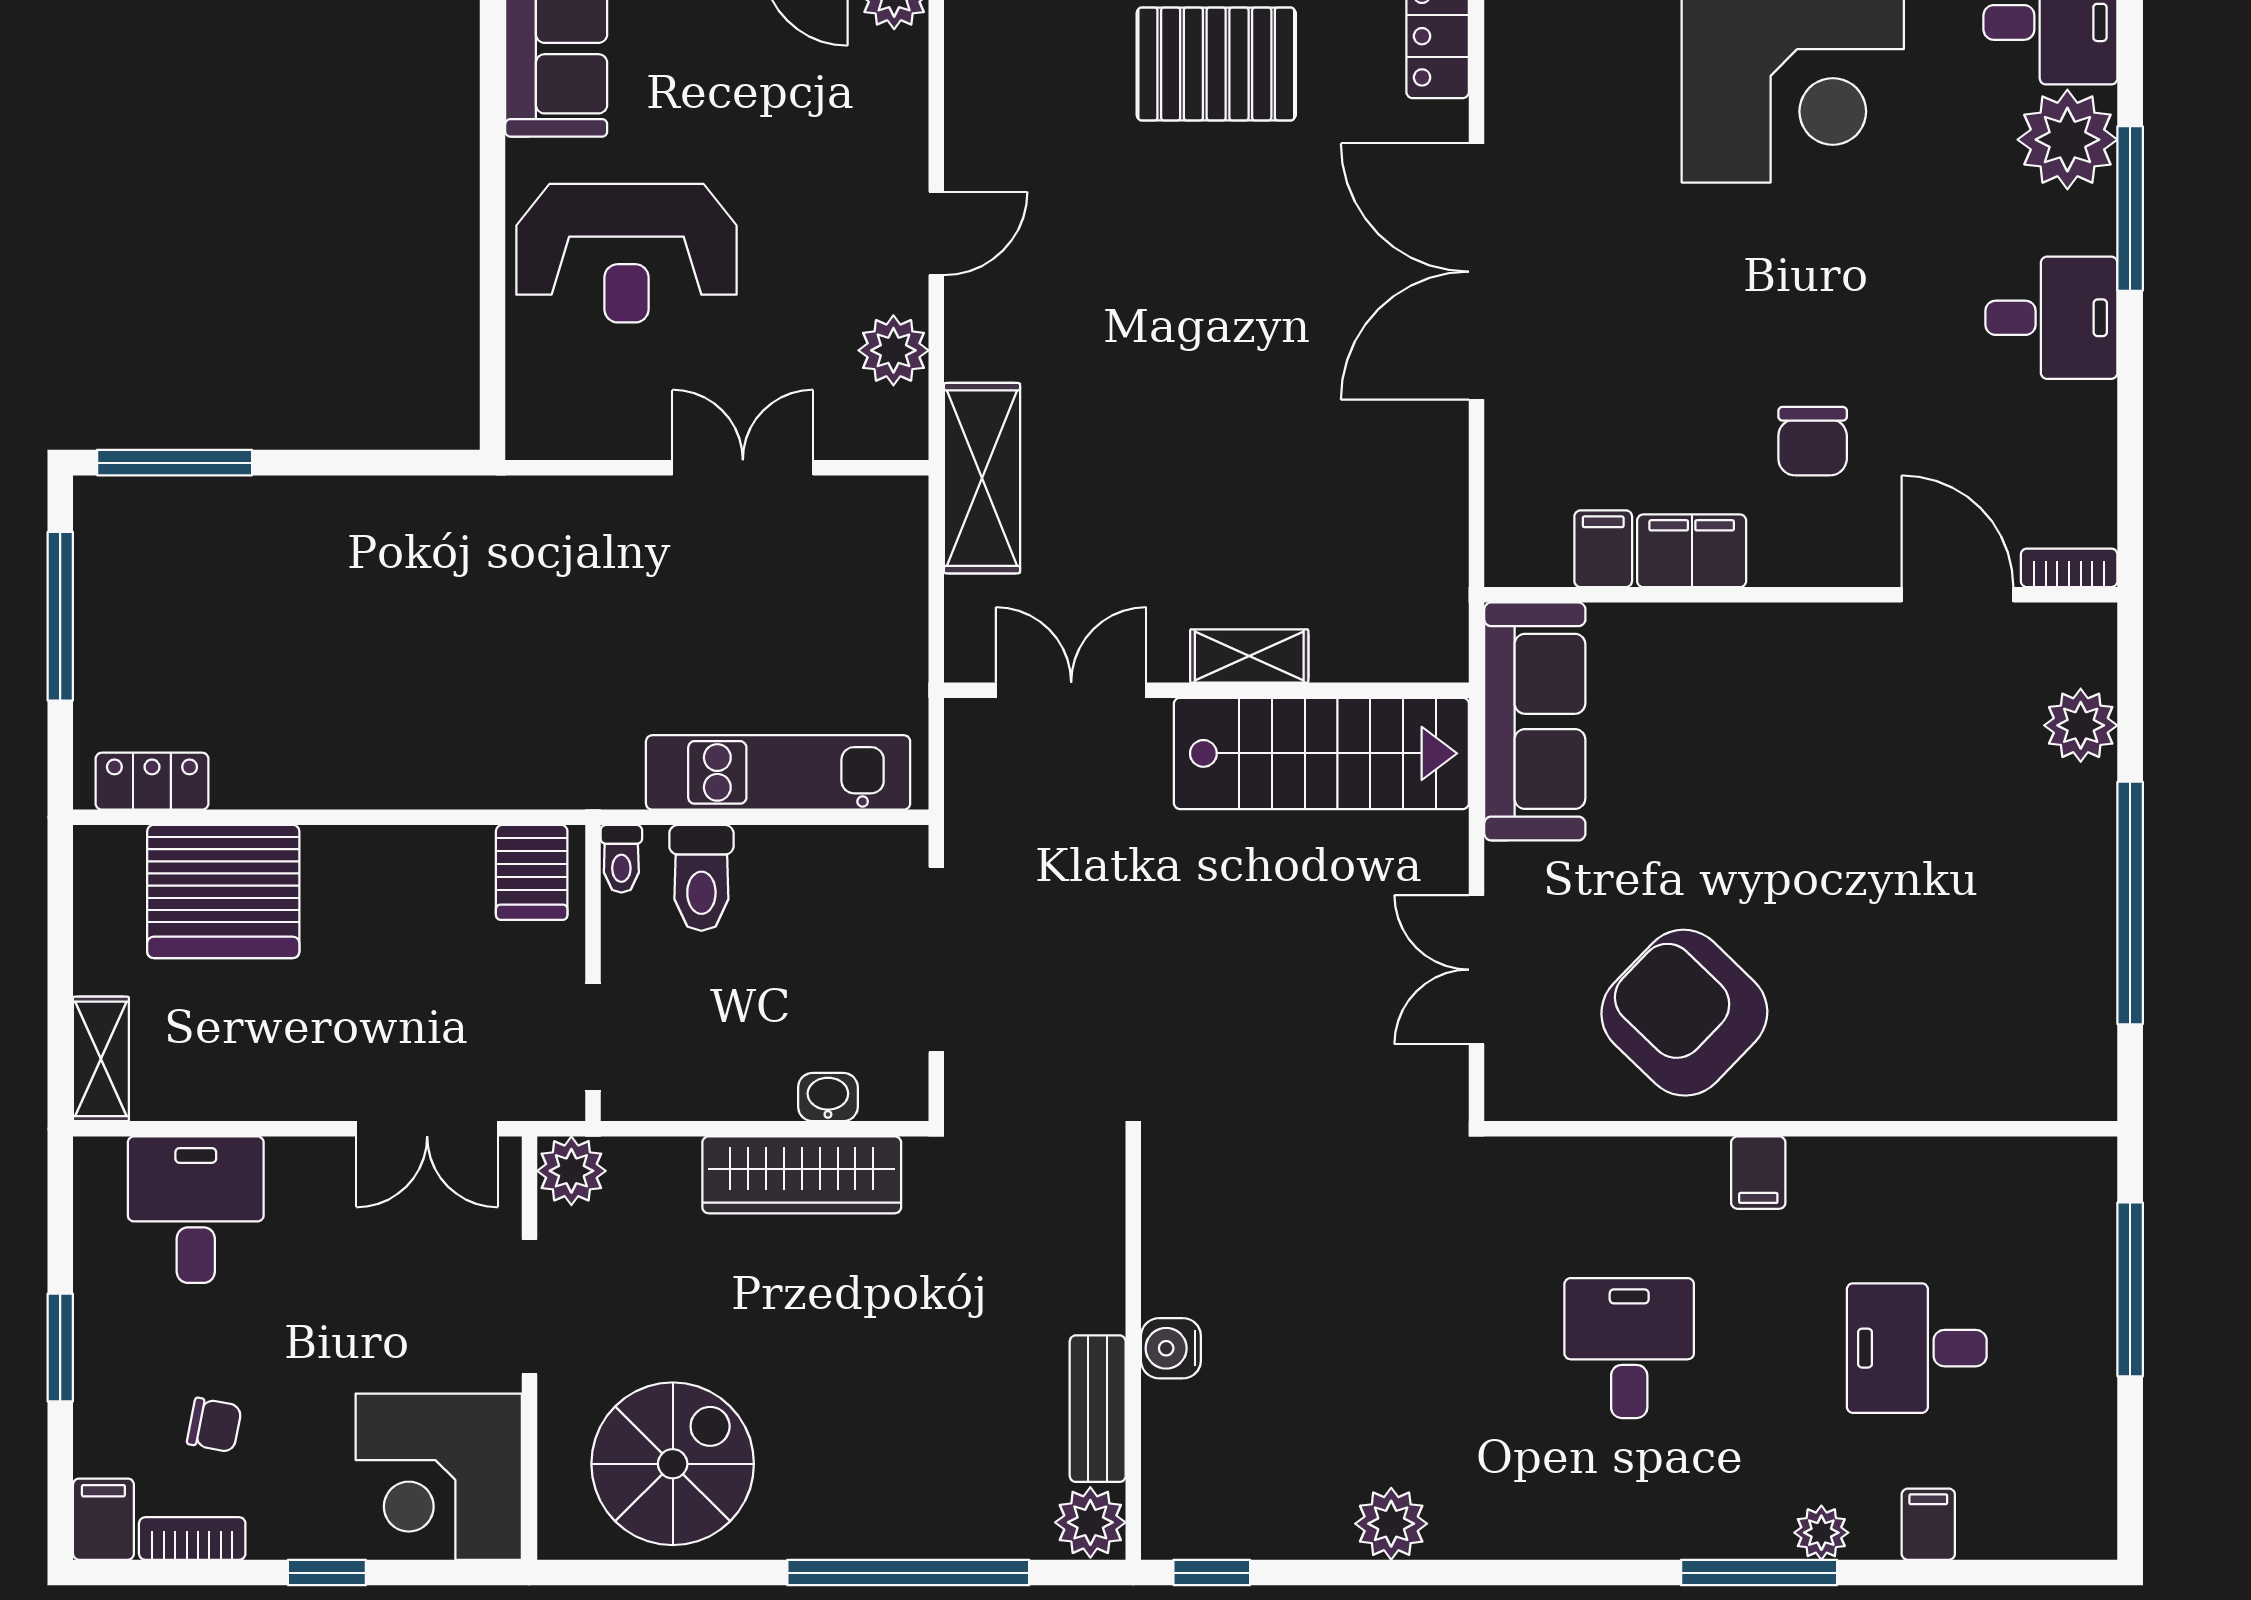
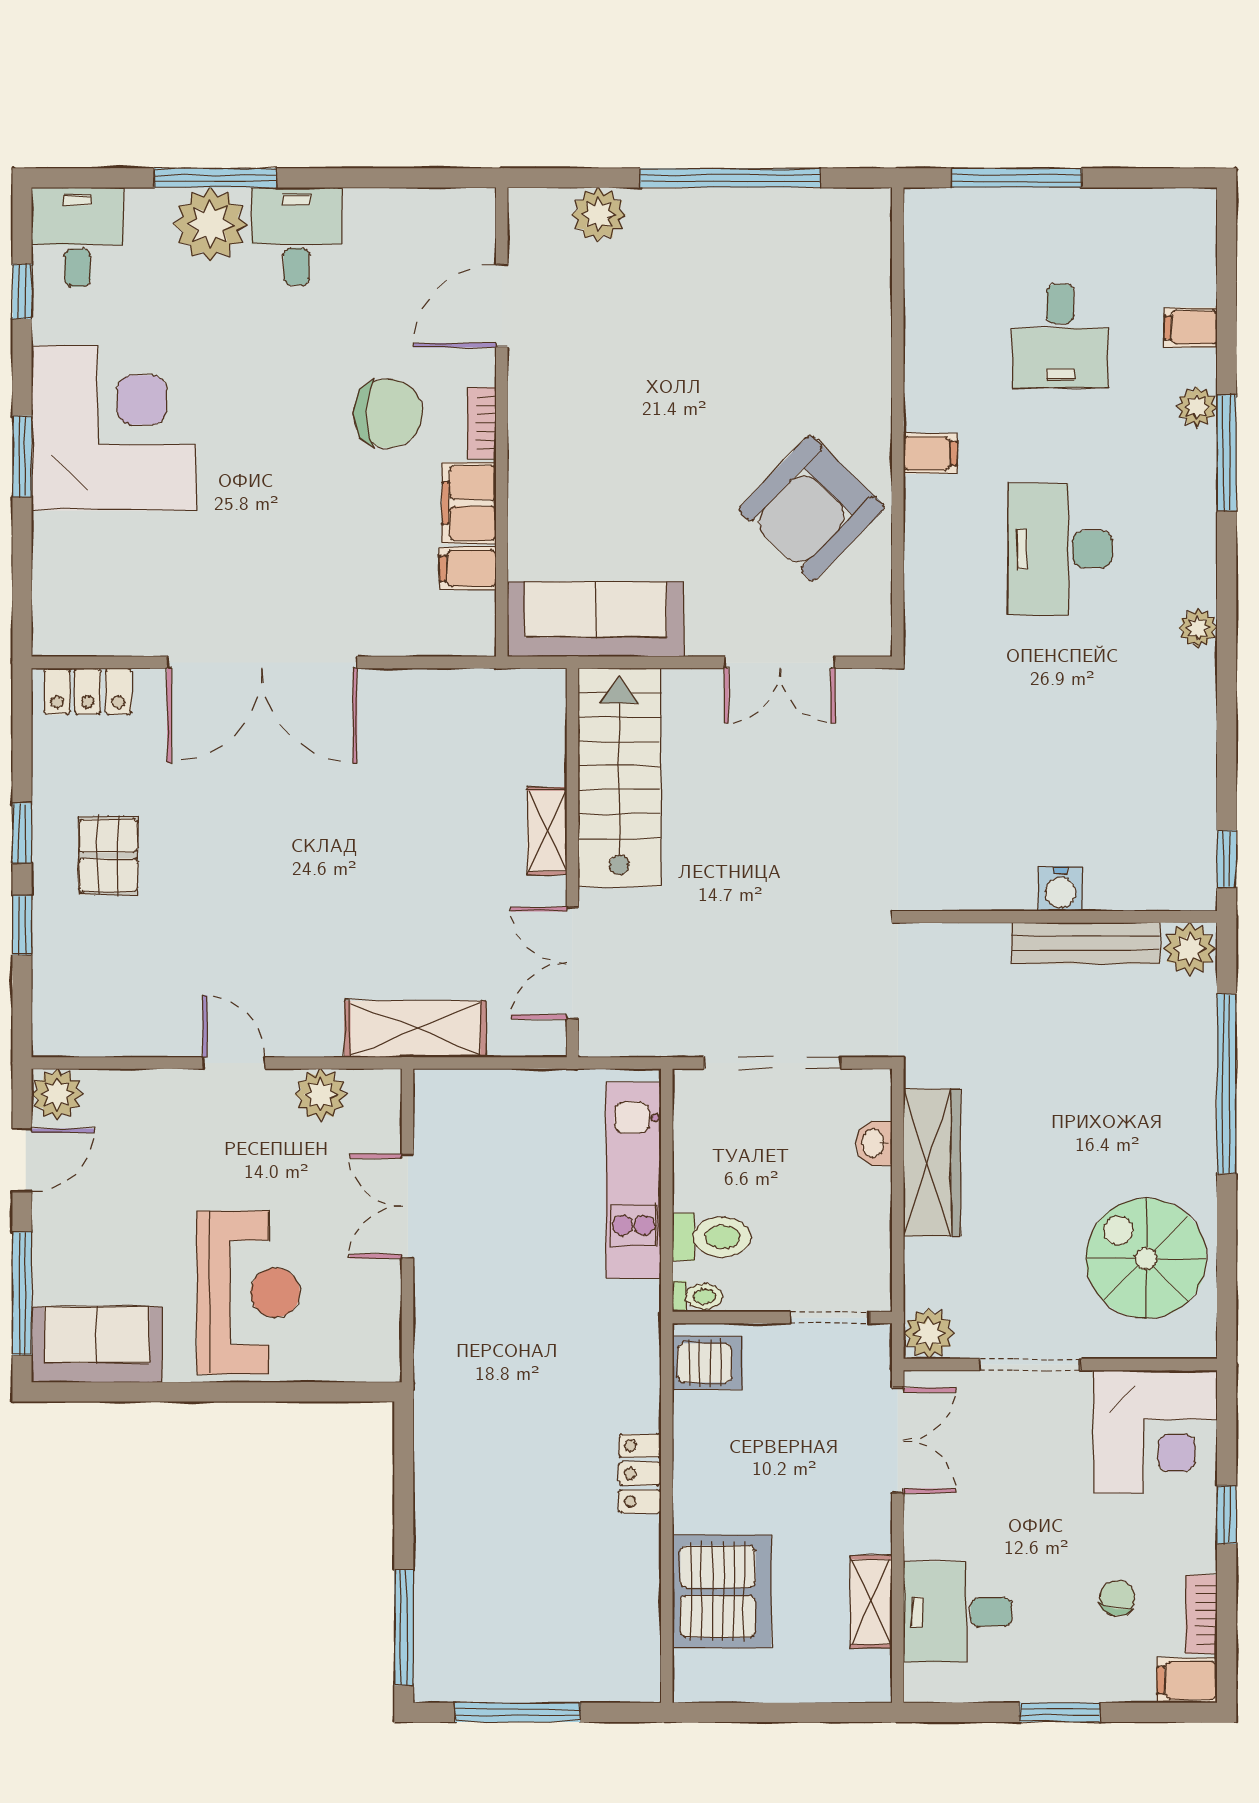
pallet: (1216, 64) -> (108, 855), width x0.67, depth x0.71
plant: (2067, 140) -> (210, 224), moved
chair: (1813, 441) -> (388, 413), width x1.37, depth x1.37
bookcase: (2069, 568) -> (482, 423), moved
locker: (152, 781) -> (640, 1474), moved
shelving: (101, 1059) -> (871, 1602), moved, turned 90
desk: (1629, 1348) -> (1060, 549), width x1.37
bench: (1098, 1409) -> (1085, 943), width x1.36
plant: (1391, 1524) -> (1198, 628), moved, width x0.73, depth x0.73

